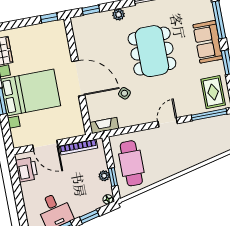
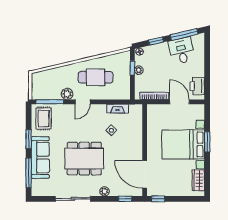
sofa: (208, 42) -> (40, 158), width x1.36
dining table: (152, 51) -> (84, 159), turned 90
door: (78, 78) -> (145, 174), moved
fireplace: (104, 126) -> (118, 109), moved
plant: (189, 129) -> (67, 94), added
cafe table: (131, 163) -> (95, 77), moved, turned 90

